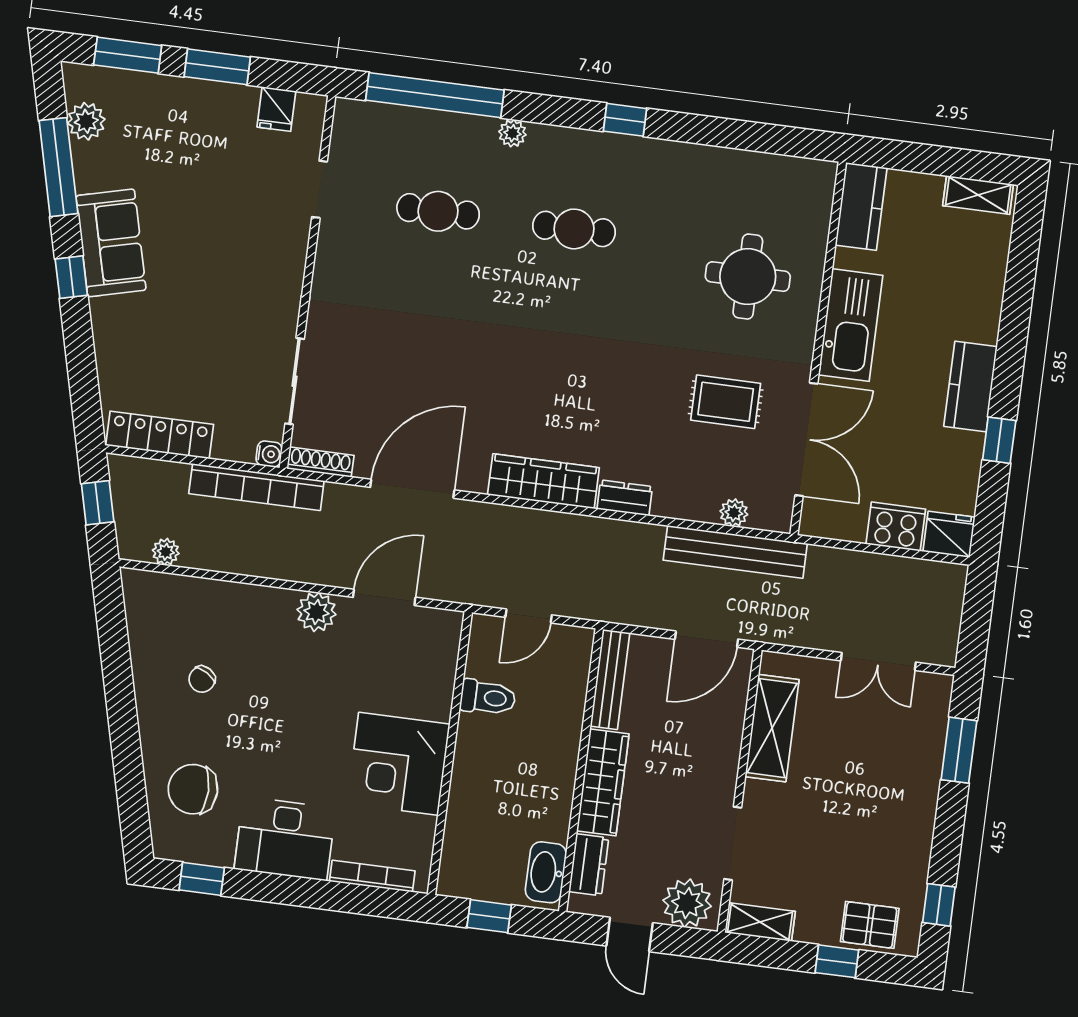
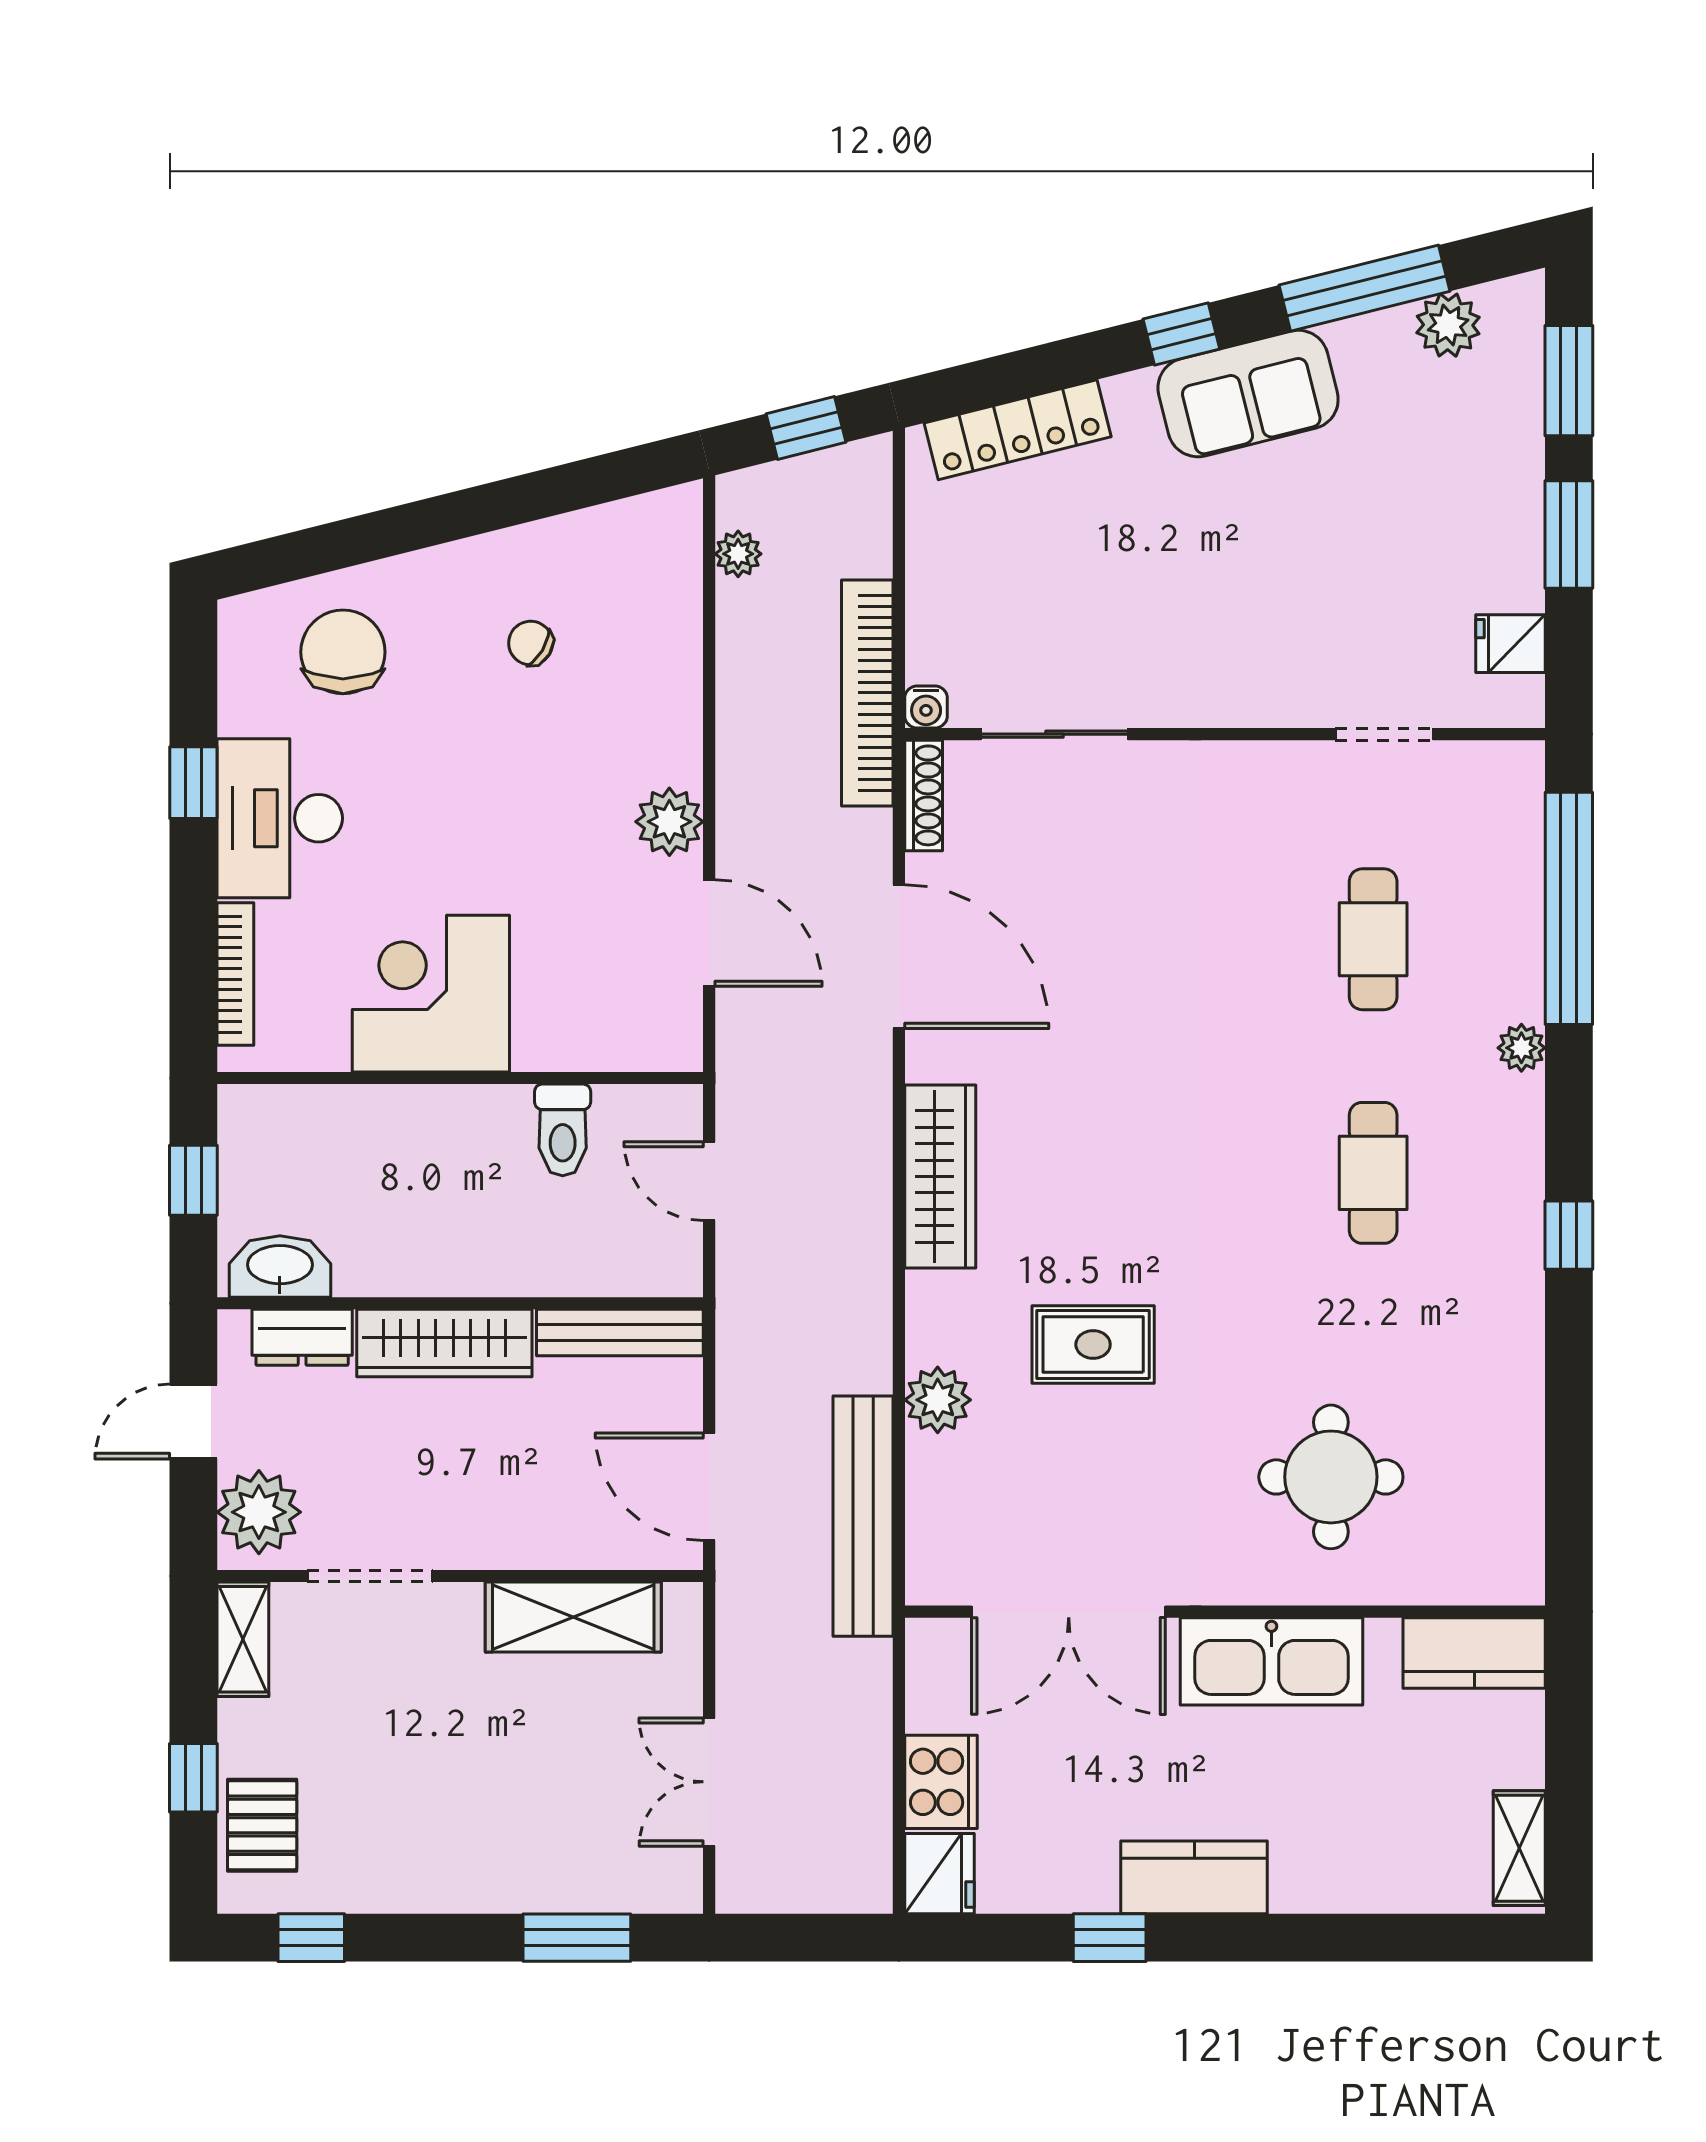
rug: (726, 402) -> (1093, 1345), moved, turned 90
locker: (160, 435) -> (1018, 430), moved, turned 76
dresser: (625, 498) -> (930, 1318), removed
plant: (734, 513) -> (938, 1400), moved, width x1.38, depth x1.38
window: (202, 879) -> (193, 783), moved

